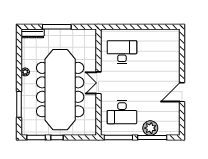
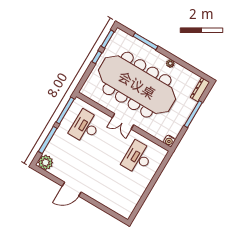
water cooler: (92, 34) -> (169, 141), added
desk: (122, 52) -> (138, 158), turned 180
double door: (98, 83) -> (123, 121), swing flipped
door: (182, 92) -> (72, 189), swing flipped
plant: (150, 128) -> (46, 162), moved

